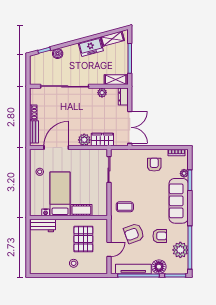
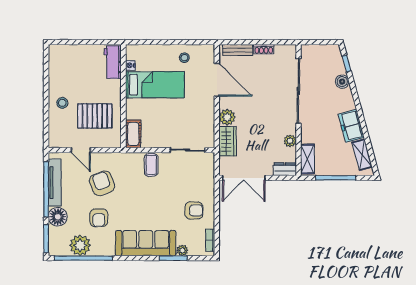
coffee table: (125, 207) -> (151, 165), moved
cot: (81, 210) -> (133, 134), moved

